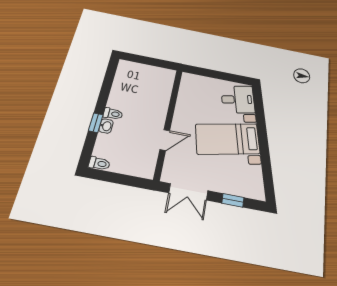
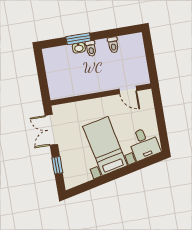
window: (96, 123) -> (78, 39), width x1.50
door: (165, 140) -> (128, 90), moved
toilet: (99, 163) -> (113, 45), moved

